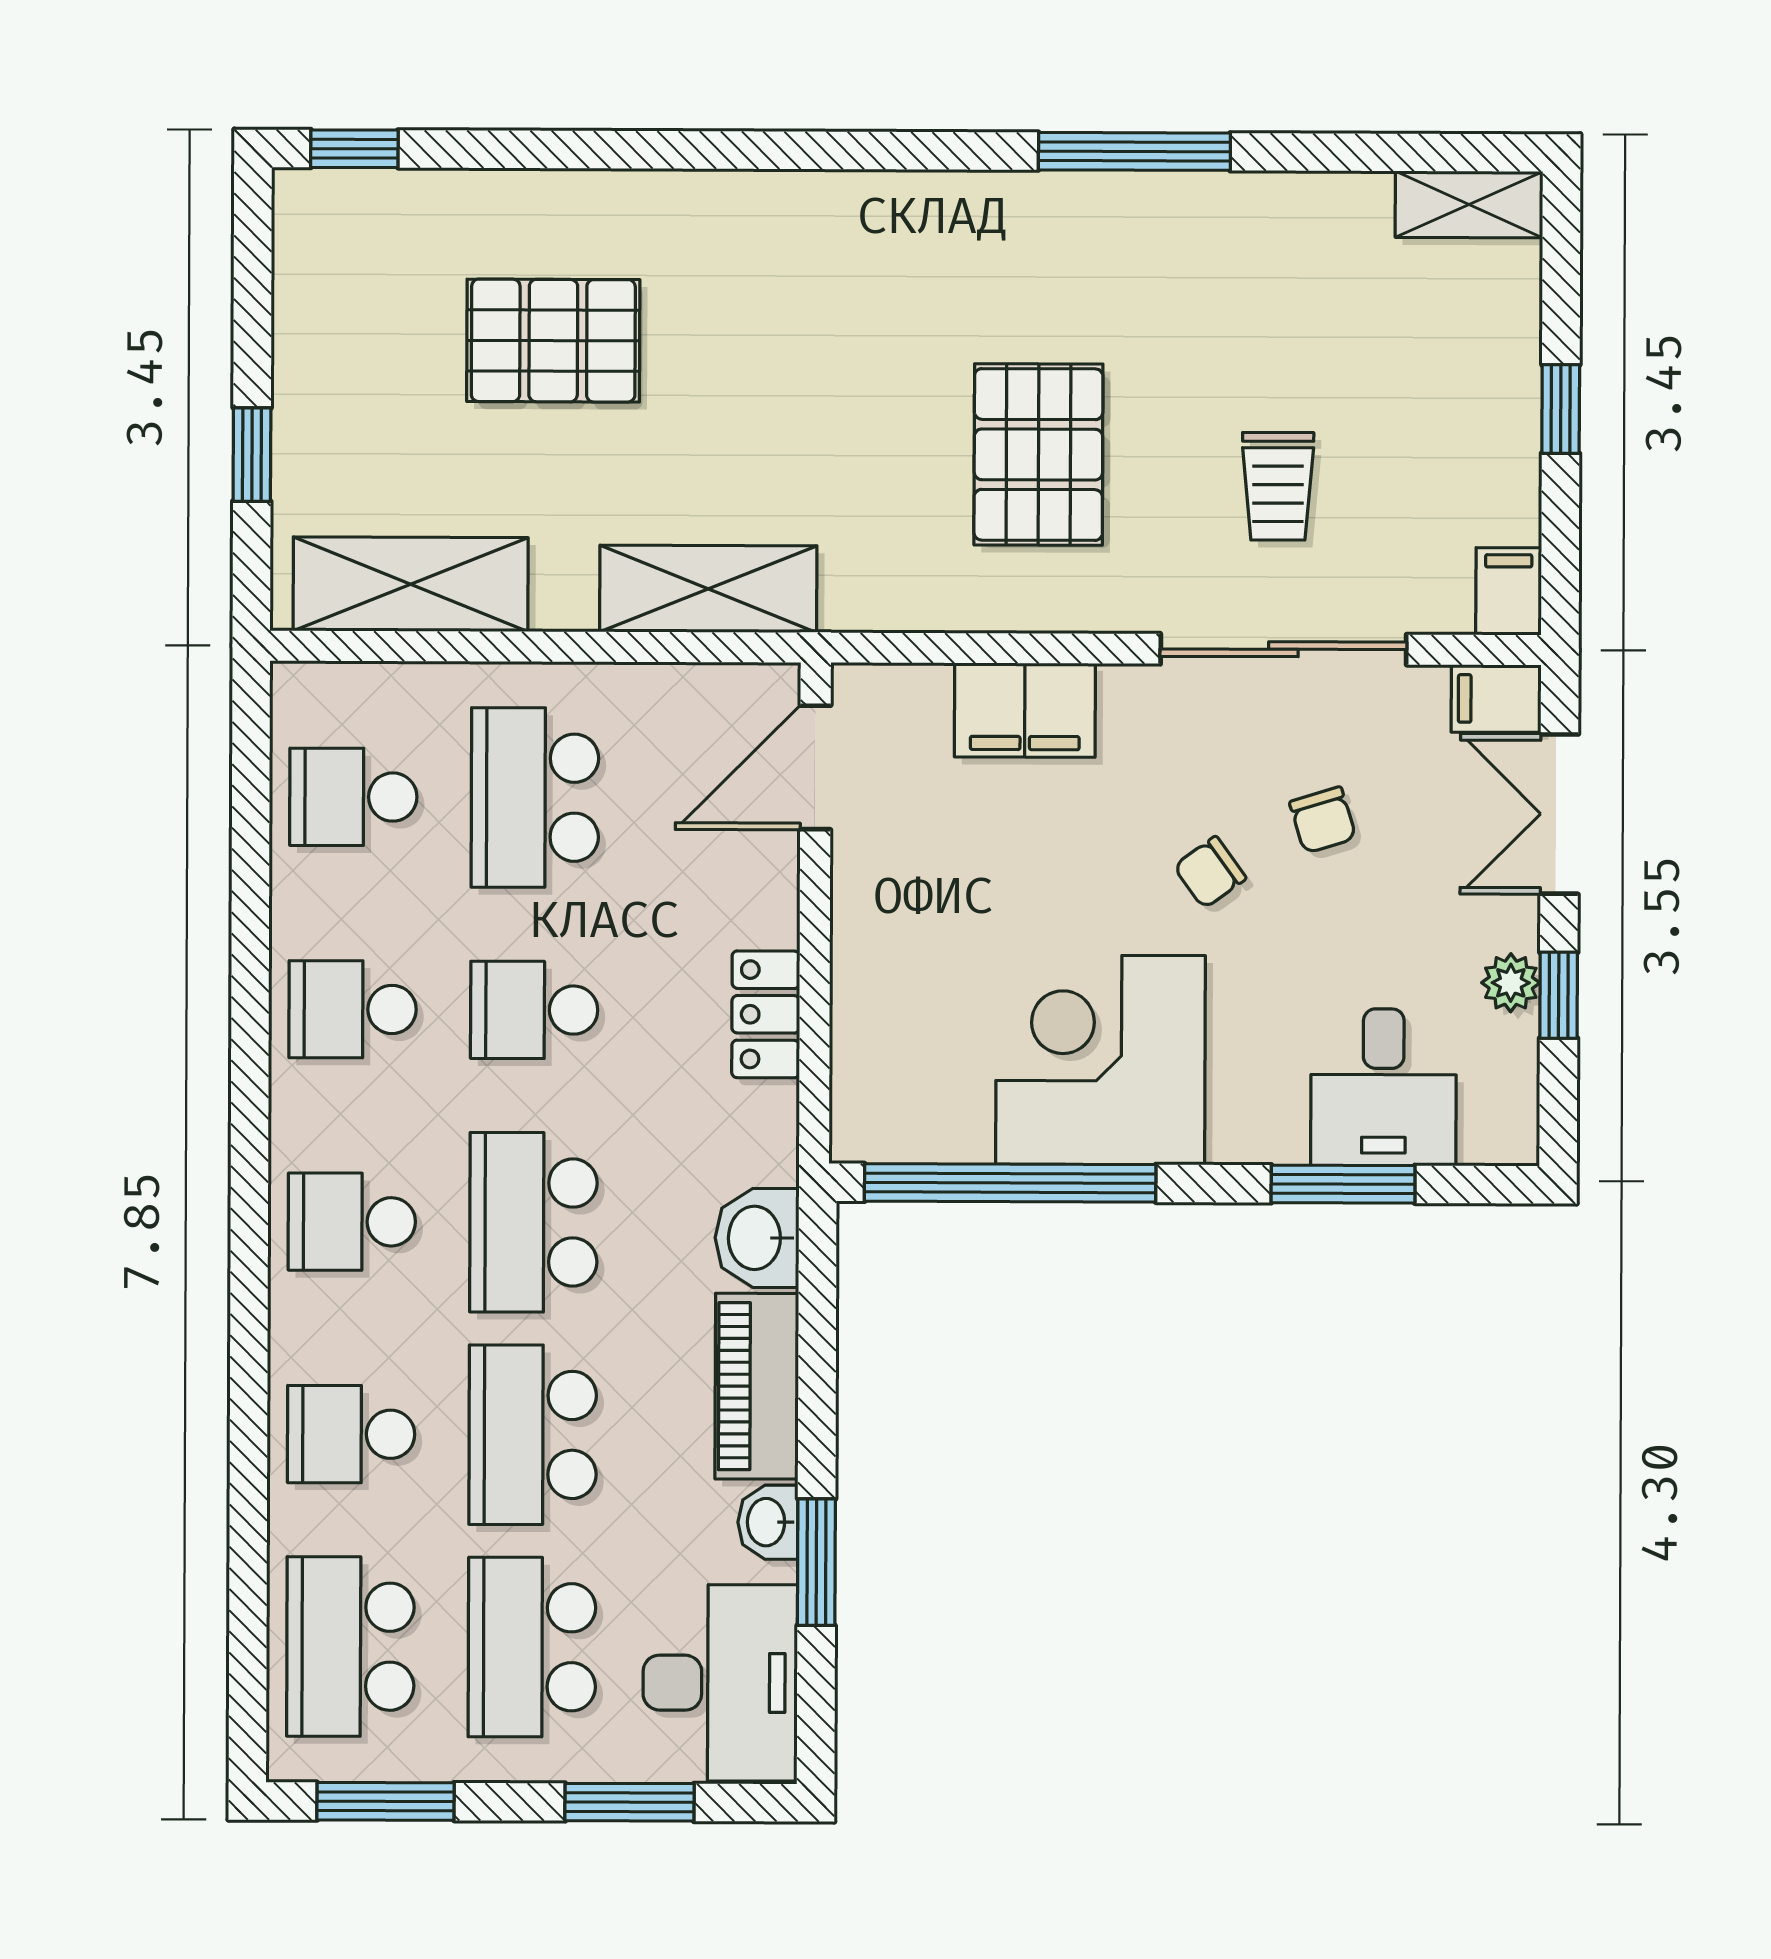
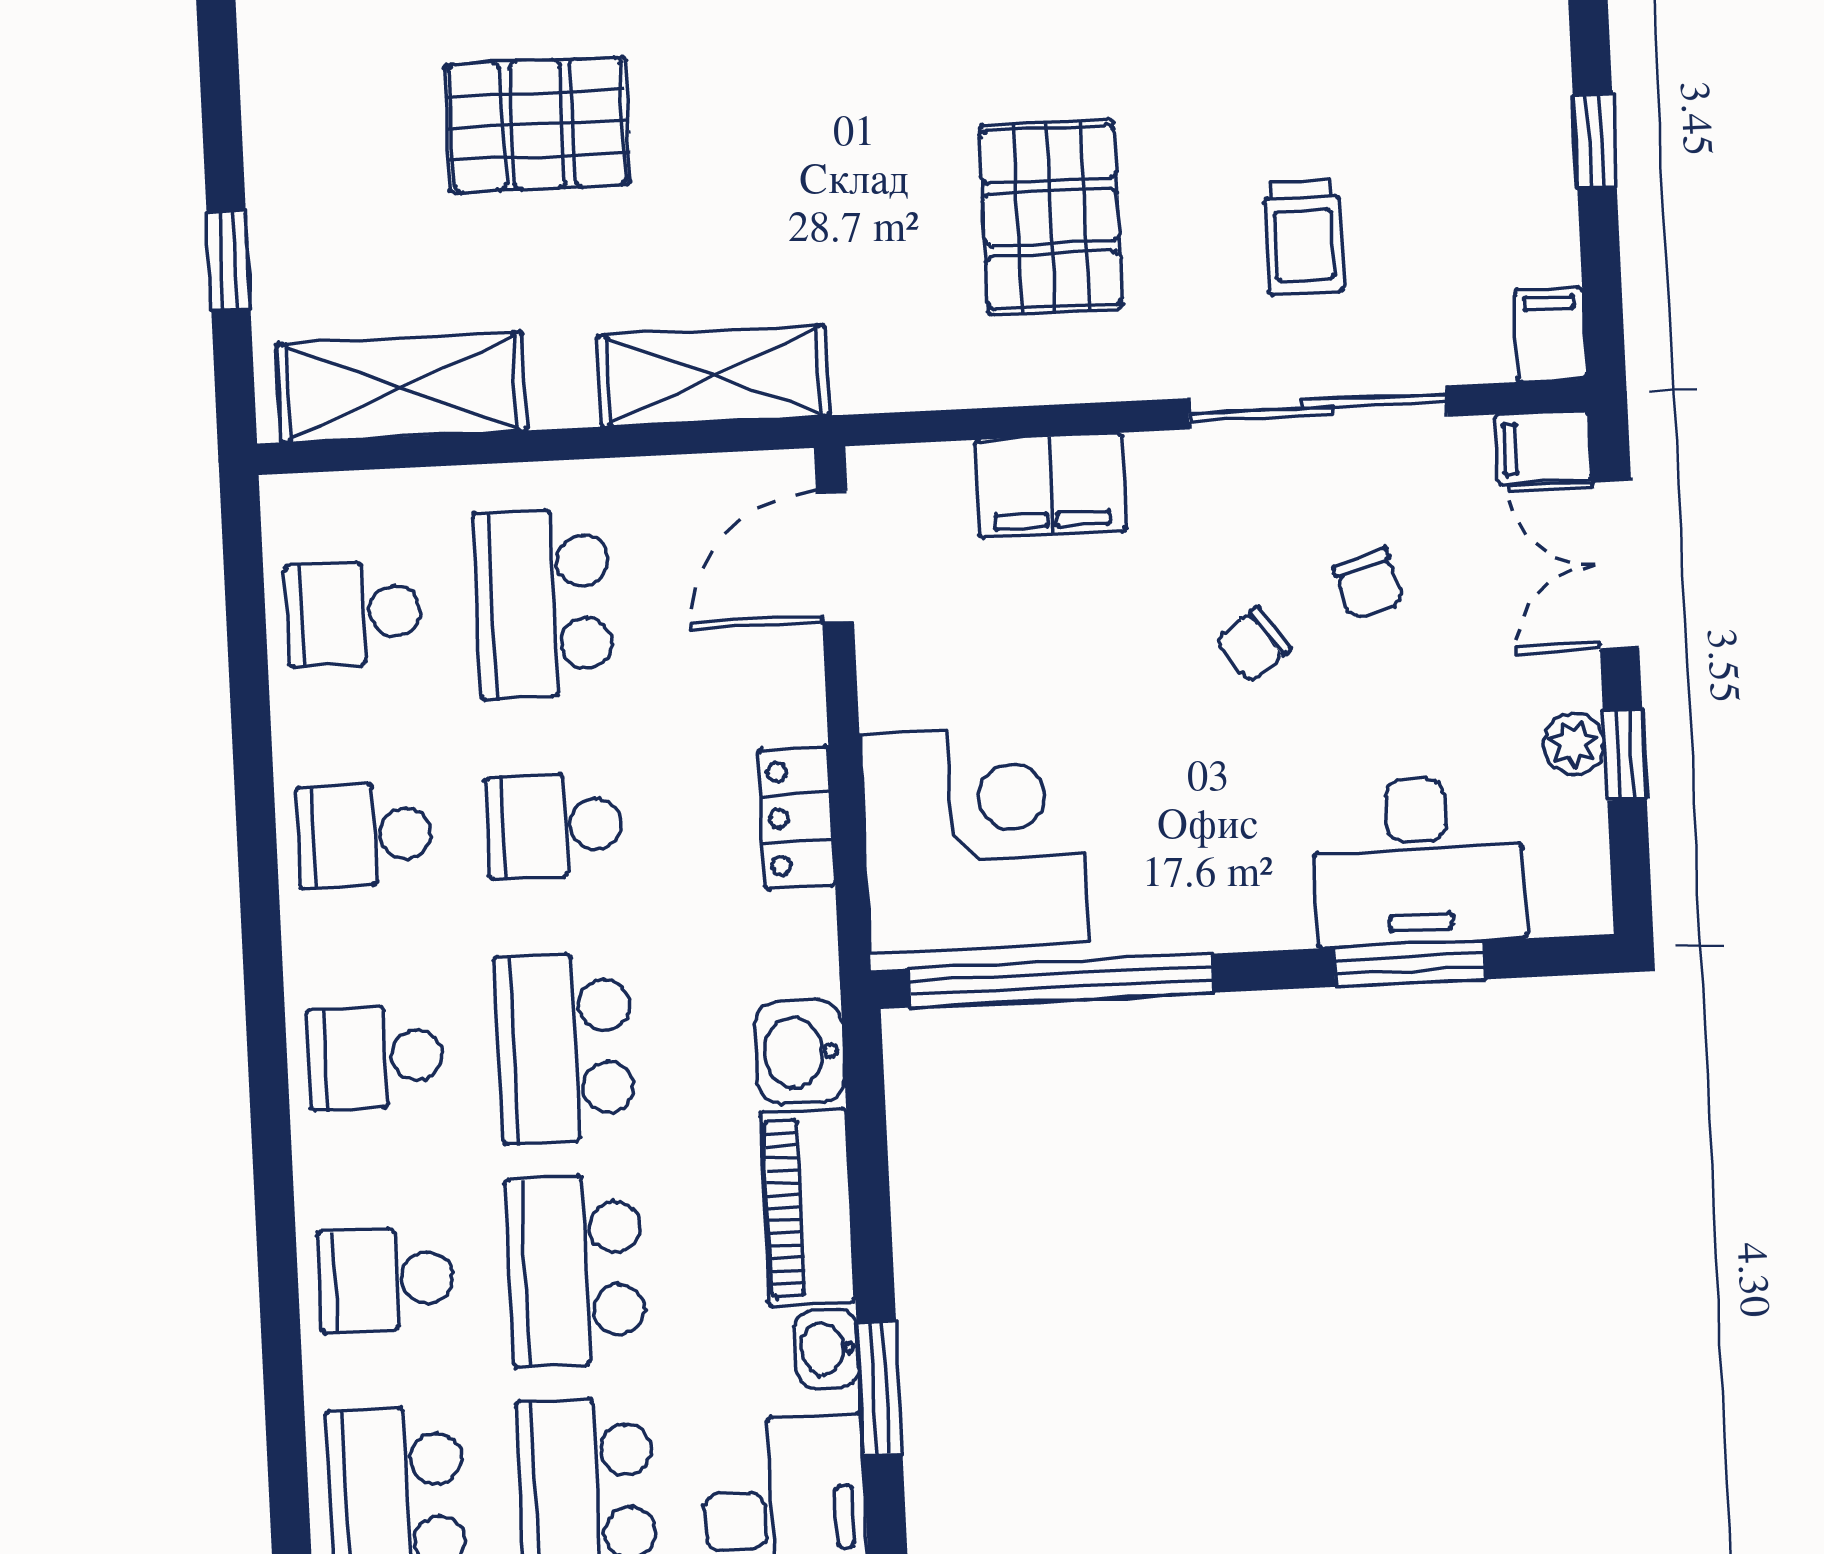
corner desk: (1100, 1060) -> (974, 838), moved, turned 90
desk: (1384, 1087) -> (1418, 861), width x1.37

